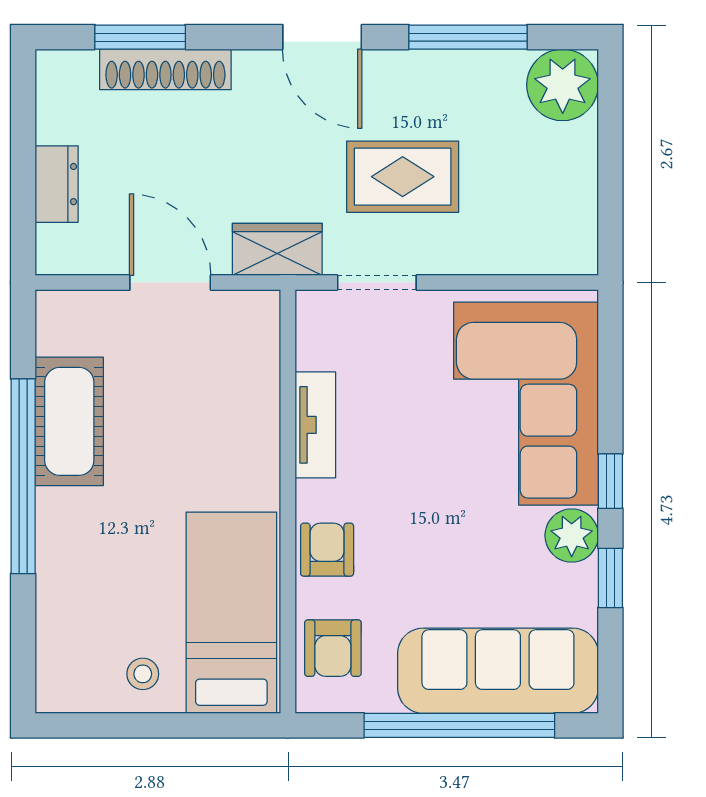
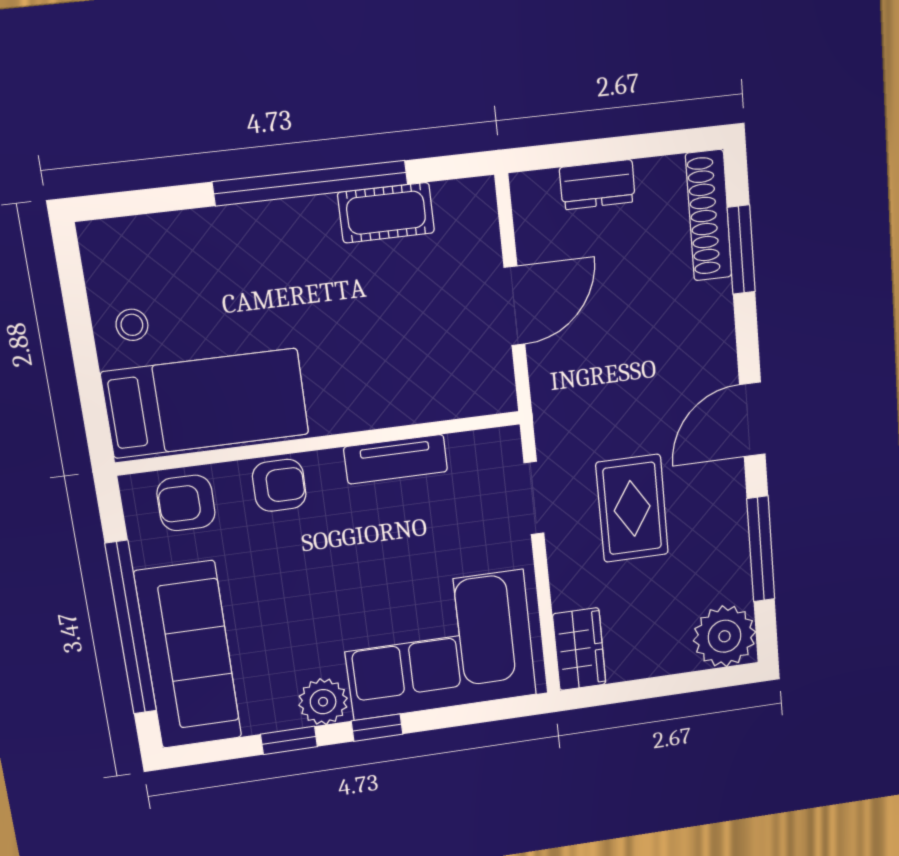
shoe rack: (165, 69) -> (709, 215), moved
wardrobe: (277, 249) -> (579, 649), moved
cot: (69, 421) -> (386, 213), width x0.73, depth x0.75

